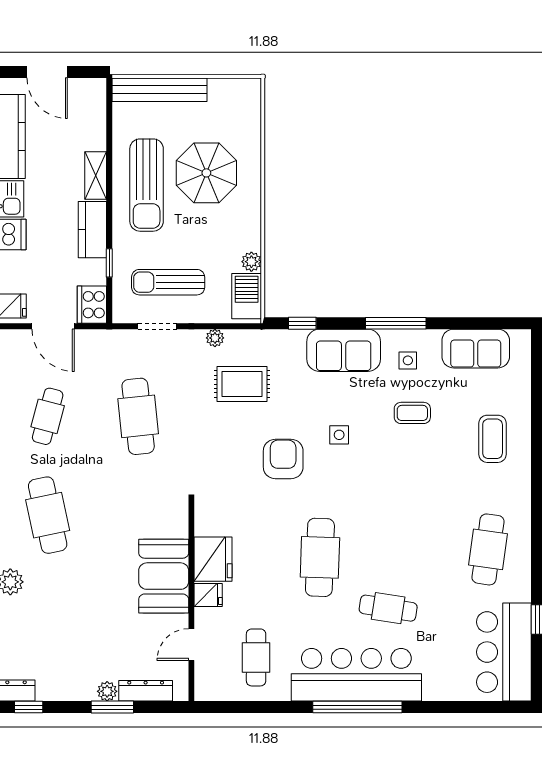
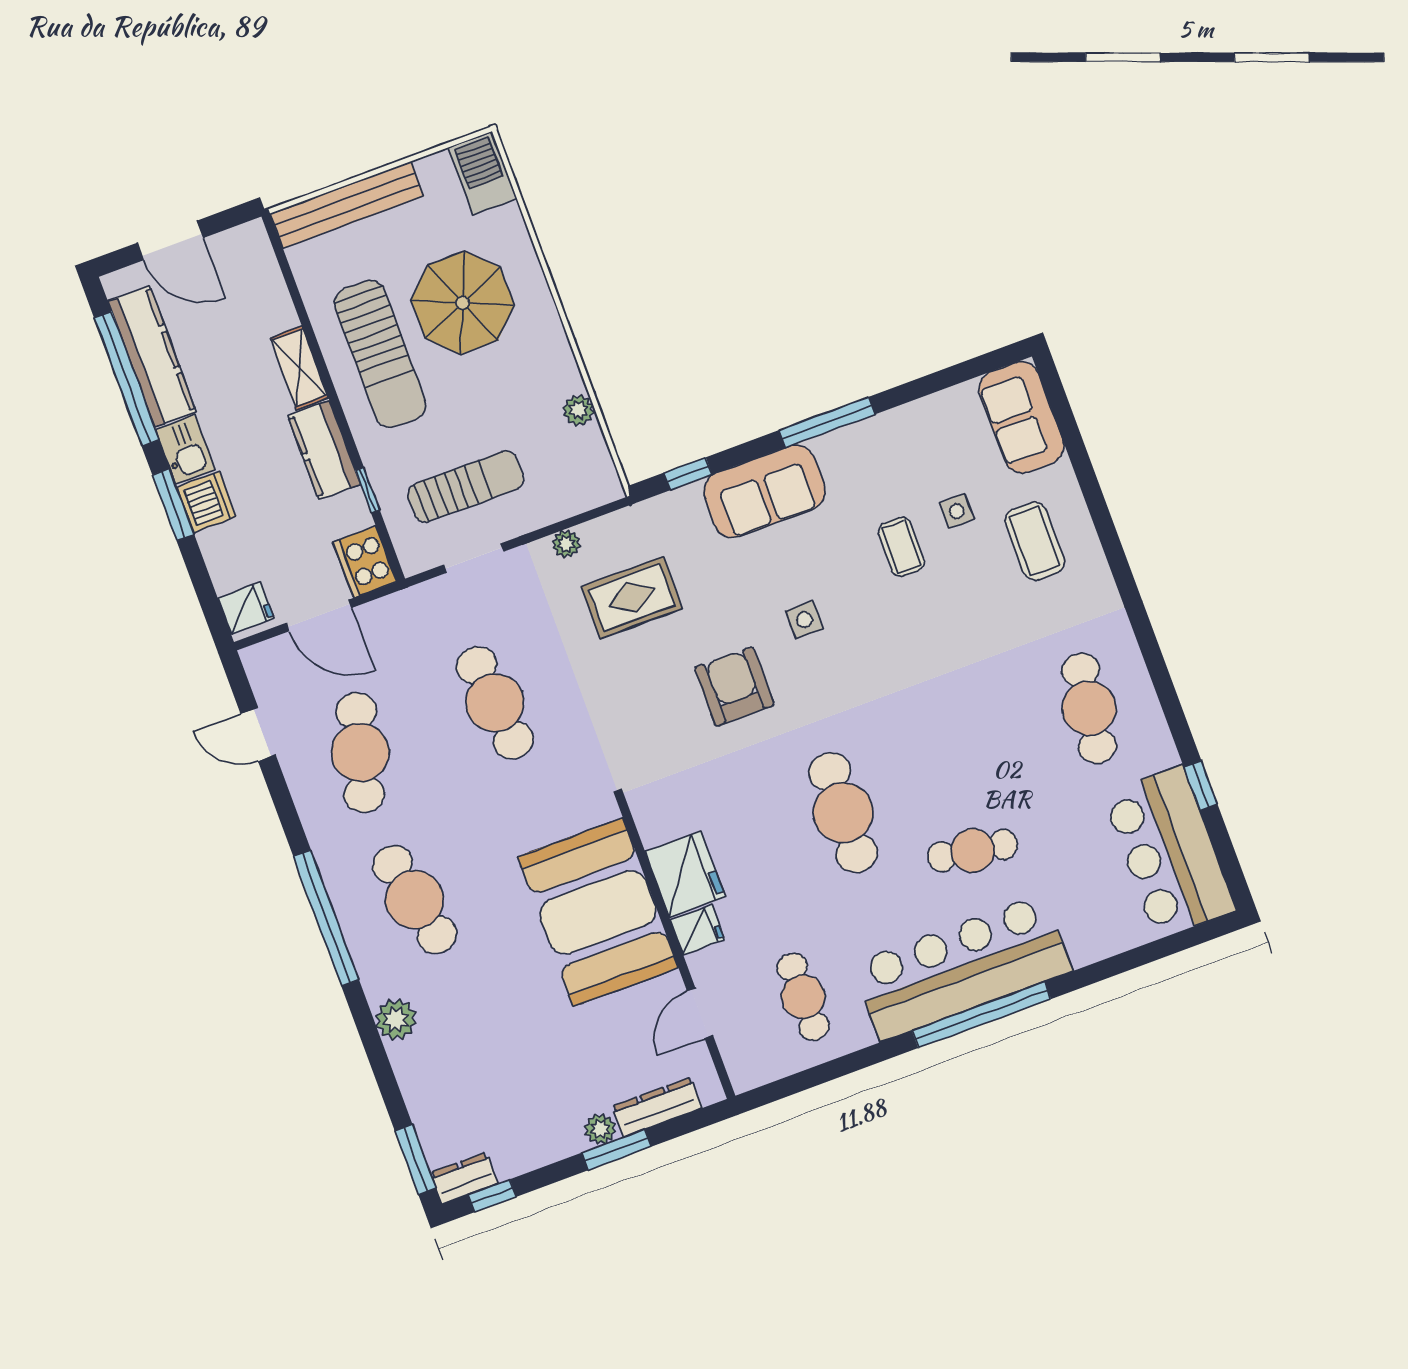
sun lounger: (168, 282) -> (466, 487), turned 180
barbecue: (247, 296) -> (483, 173), moved
sofa: (476, 349) -> (1022, 417), moved, turned 90
side table: (408, 360) -> (957, 511), moved
coffee table: (412, 413) -> (901, 547), turned 90
cafe table: (48, 416) -> (360, 753), width x1.37, depth x1.35
booth: (164, 576) -> (598, 912), width x1.36, depth x1.42

